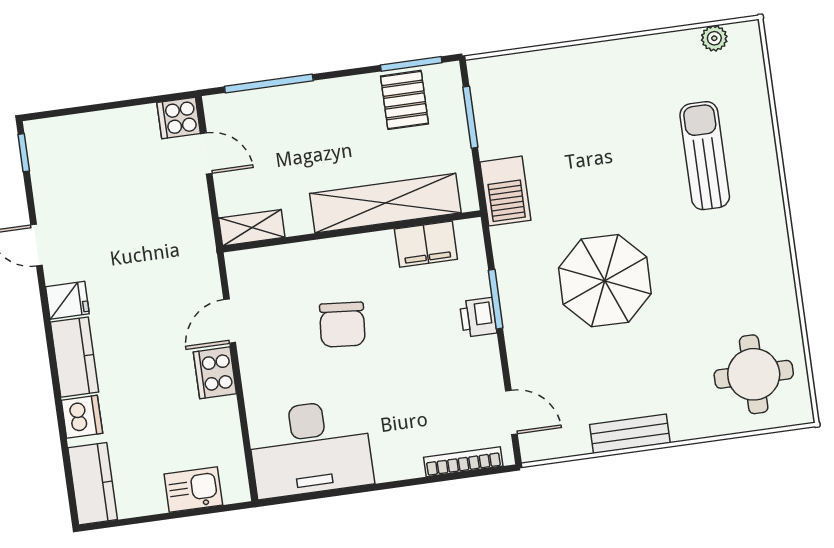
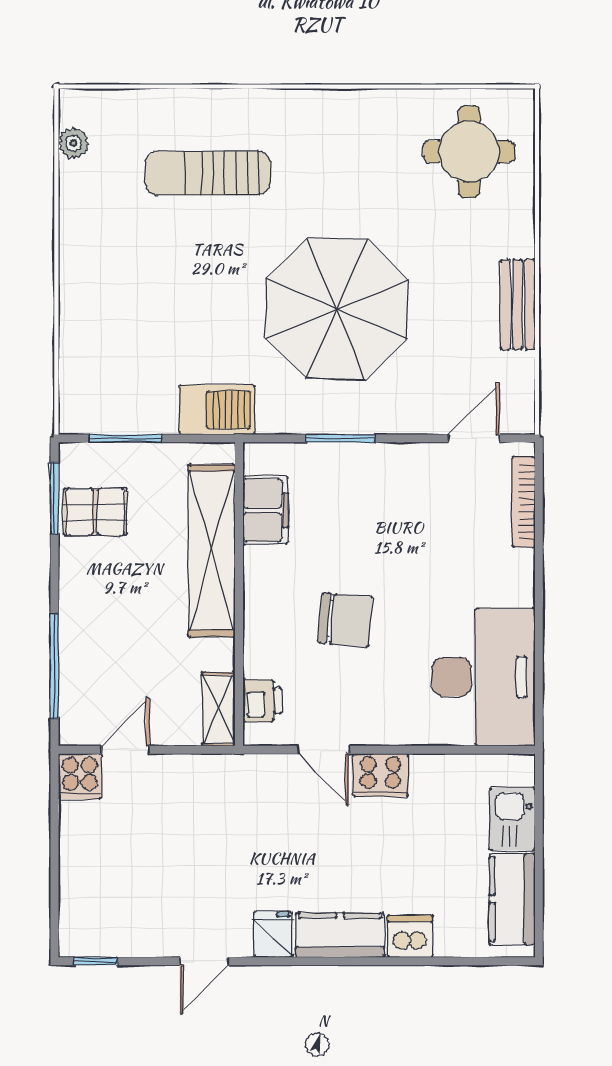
parasol: (605, 281) -> (337, 309), width x1.36, depth x1.36
printer: (478, 317) -> (262, 701), moved, turned -90
kitchen counter: (93, 484) -> (512, 899), moved, turned -90

